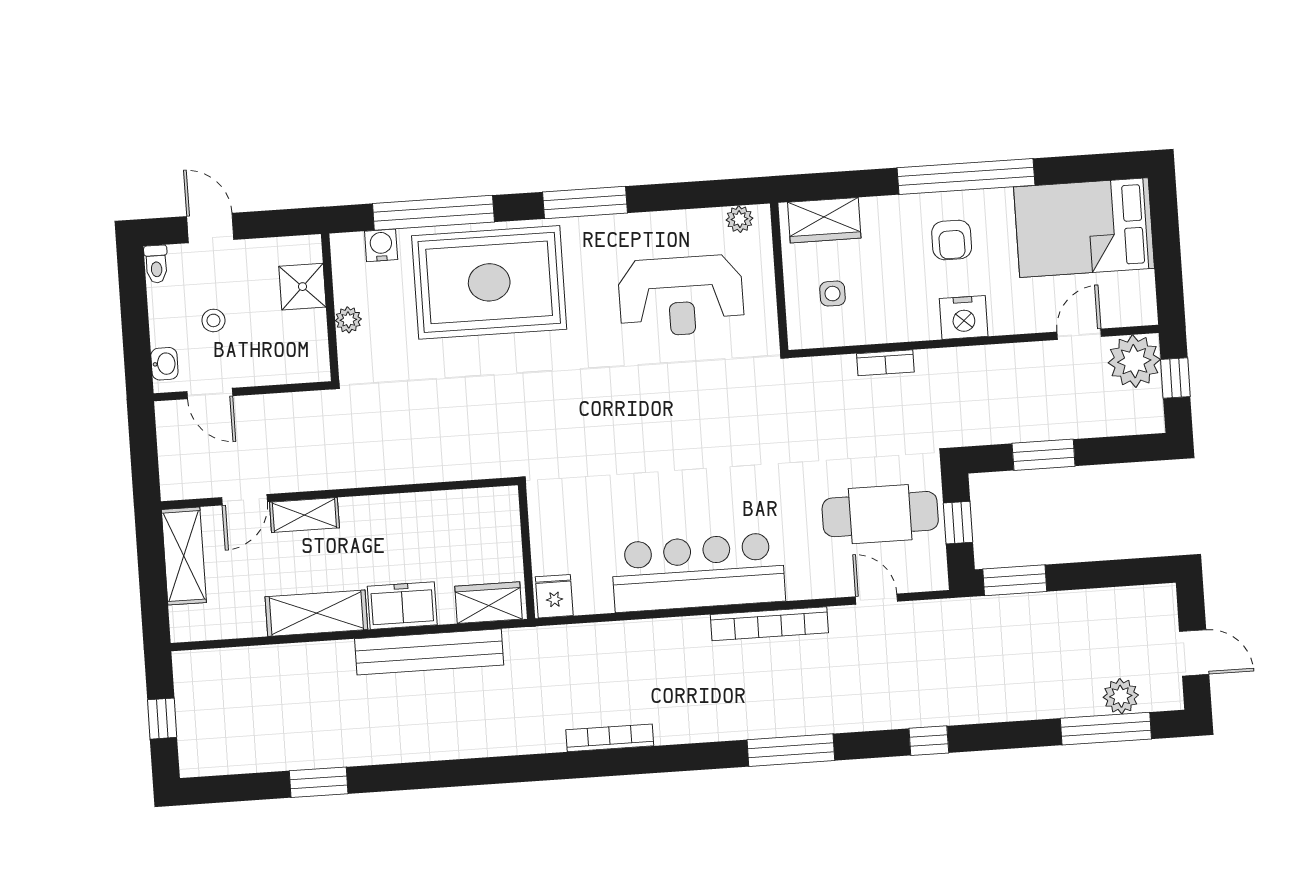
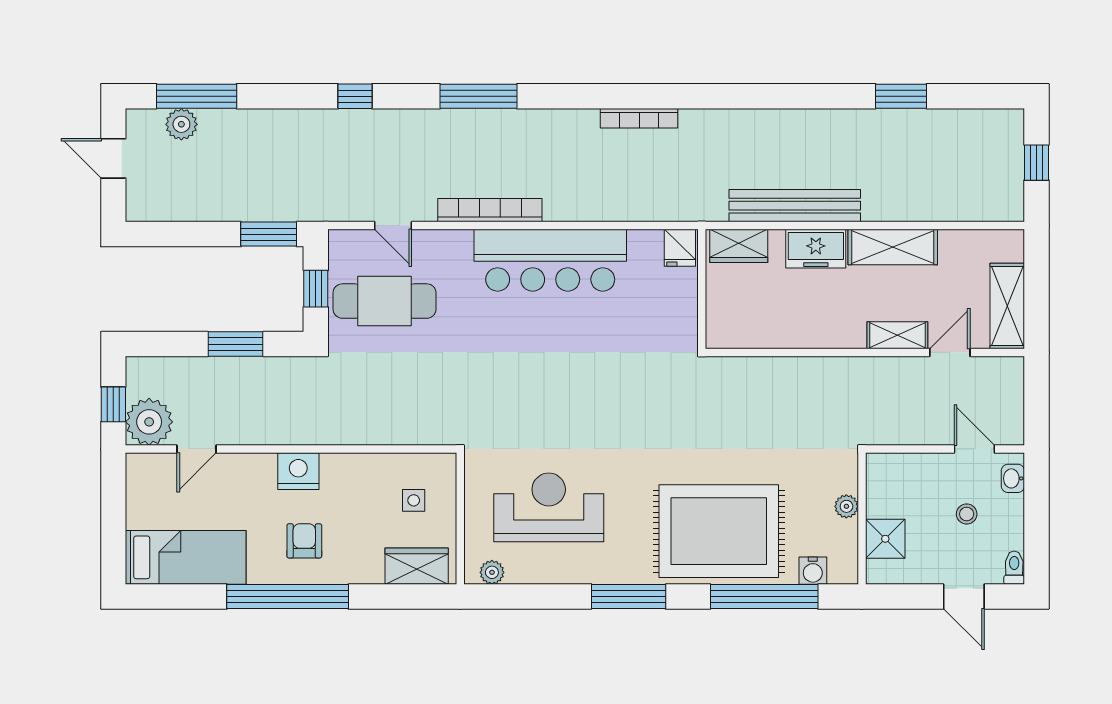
bed: (1084, 228) -> (186, 557), width x0.67
bookcase: (885, 363) -> (371, 435), removed

